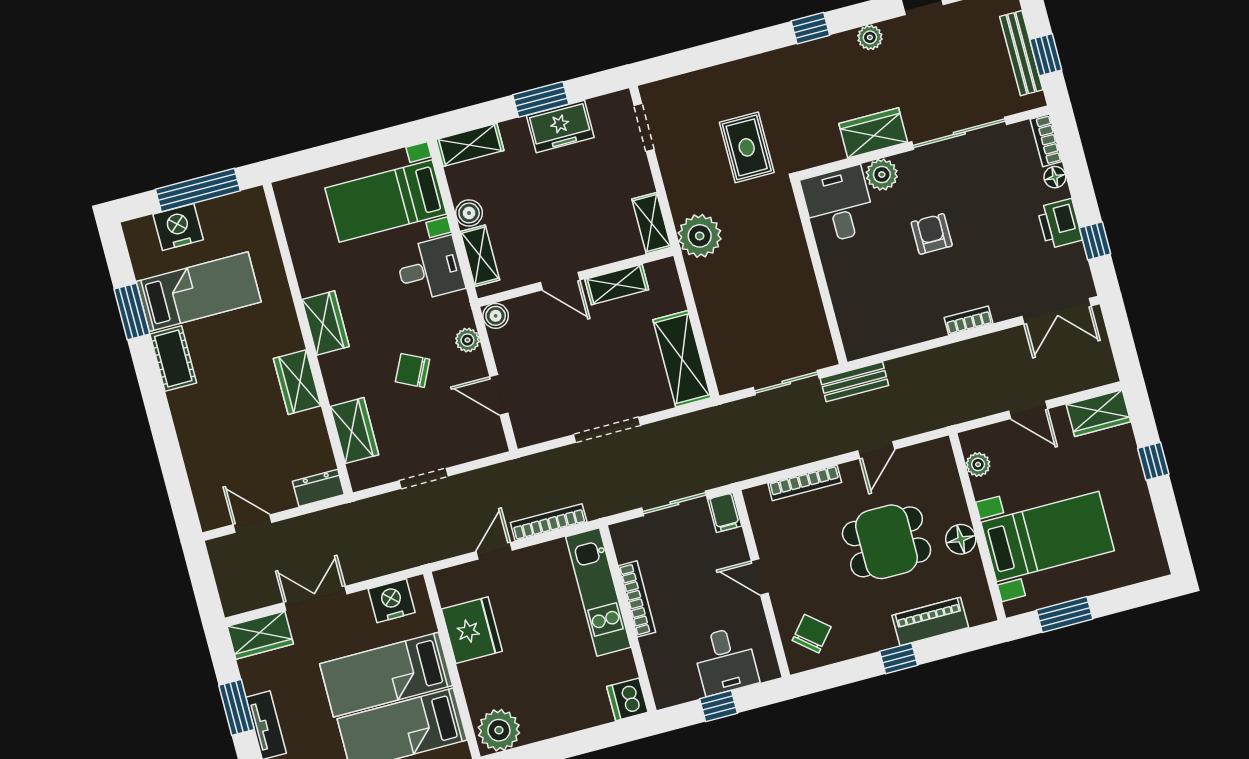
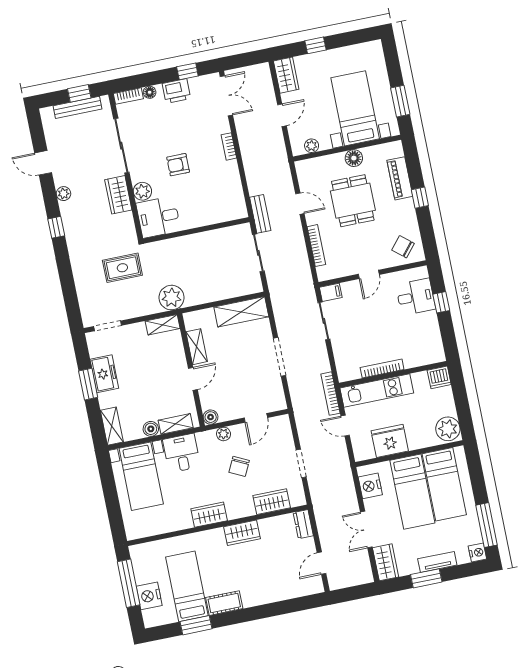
kitchen unit: (598, 592) -> (377, 390), moved
bookcase: (637, 599) -> (382, 369), moved
wall: (628, 619) -> (393, 374), moved
dishwasher: (627, 699) -> (439, 377), moved

